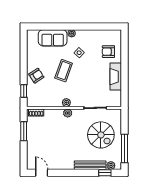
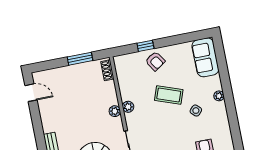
sofa: (53, 38) -> (205, 57), moved
window: (24, 91) -> (145, 46), moved
door: (42, 173) -> (31, 93), hinge flipped

